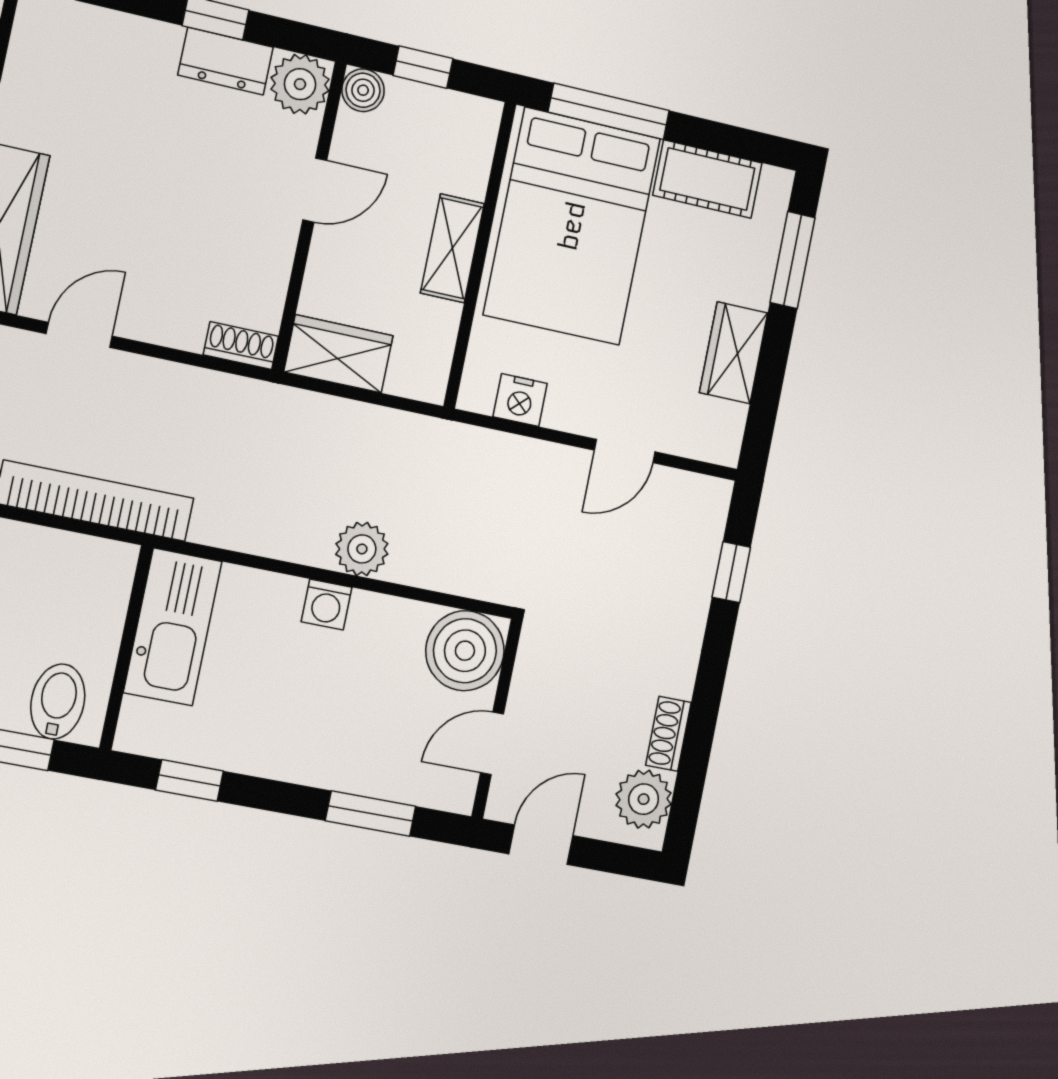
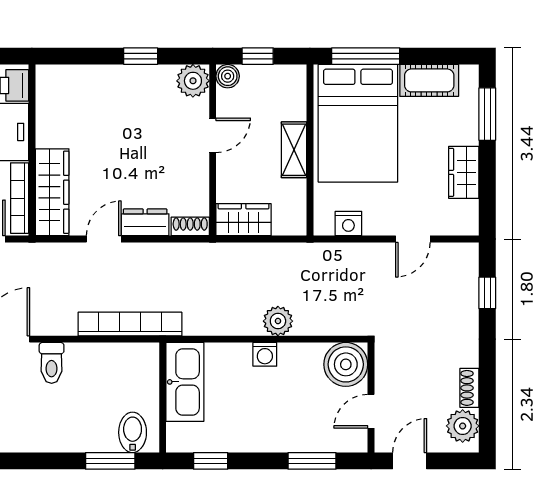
dresser: (226, 61) -> (145, 222), moved, turned 180

